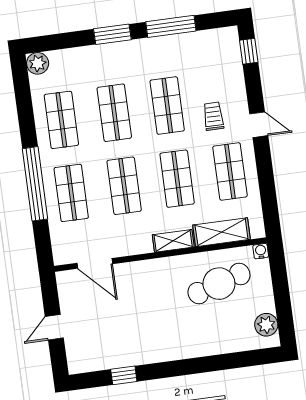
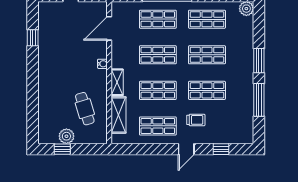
window: (249, 51) -> (221, 149), moved
water cooler: (261, 251) -> (102, 64), moved
cafe table: (219, 284) -> (85, 109), width x0.73, depth x0.74
window: (284, 309) -> (62, 149), added
plant: (266, 325) -> (66, 136), moved

